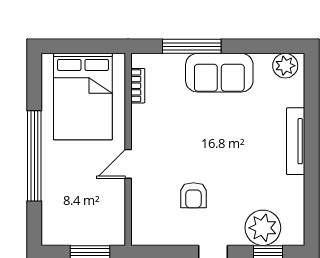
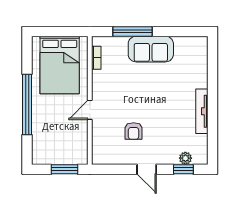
plant: (285, 66) -> (195, 44), removed
tv unit: (296, 141) -> (202, 111), moved
plant: (263, 228) -> (185, 158), width x0.53, depth x0.53

